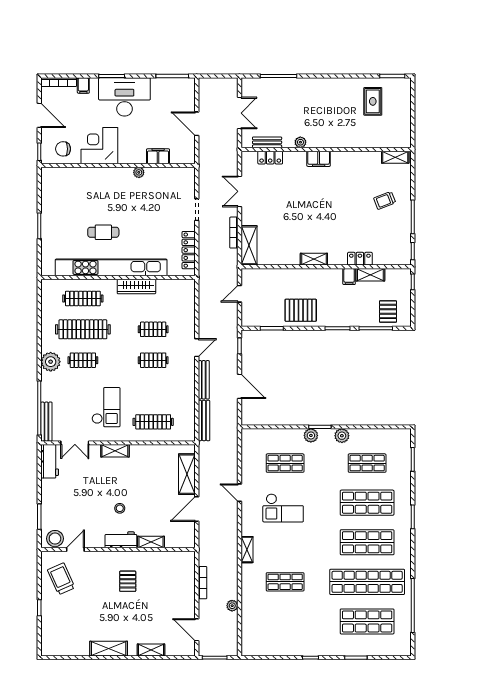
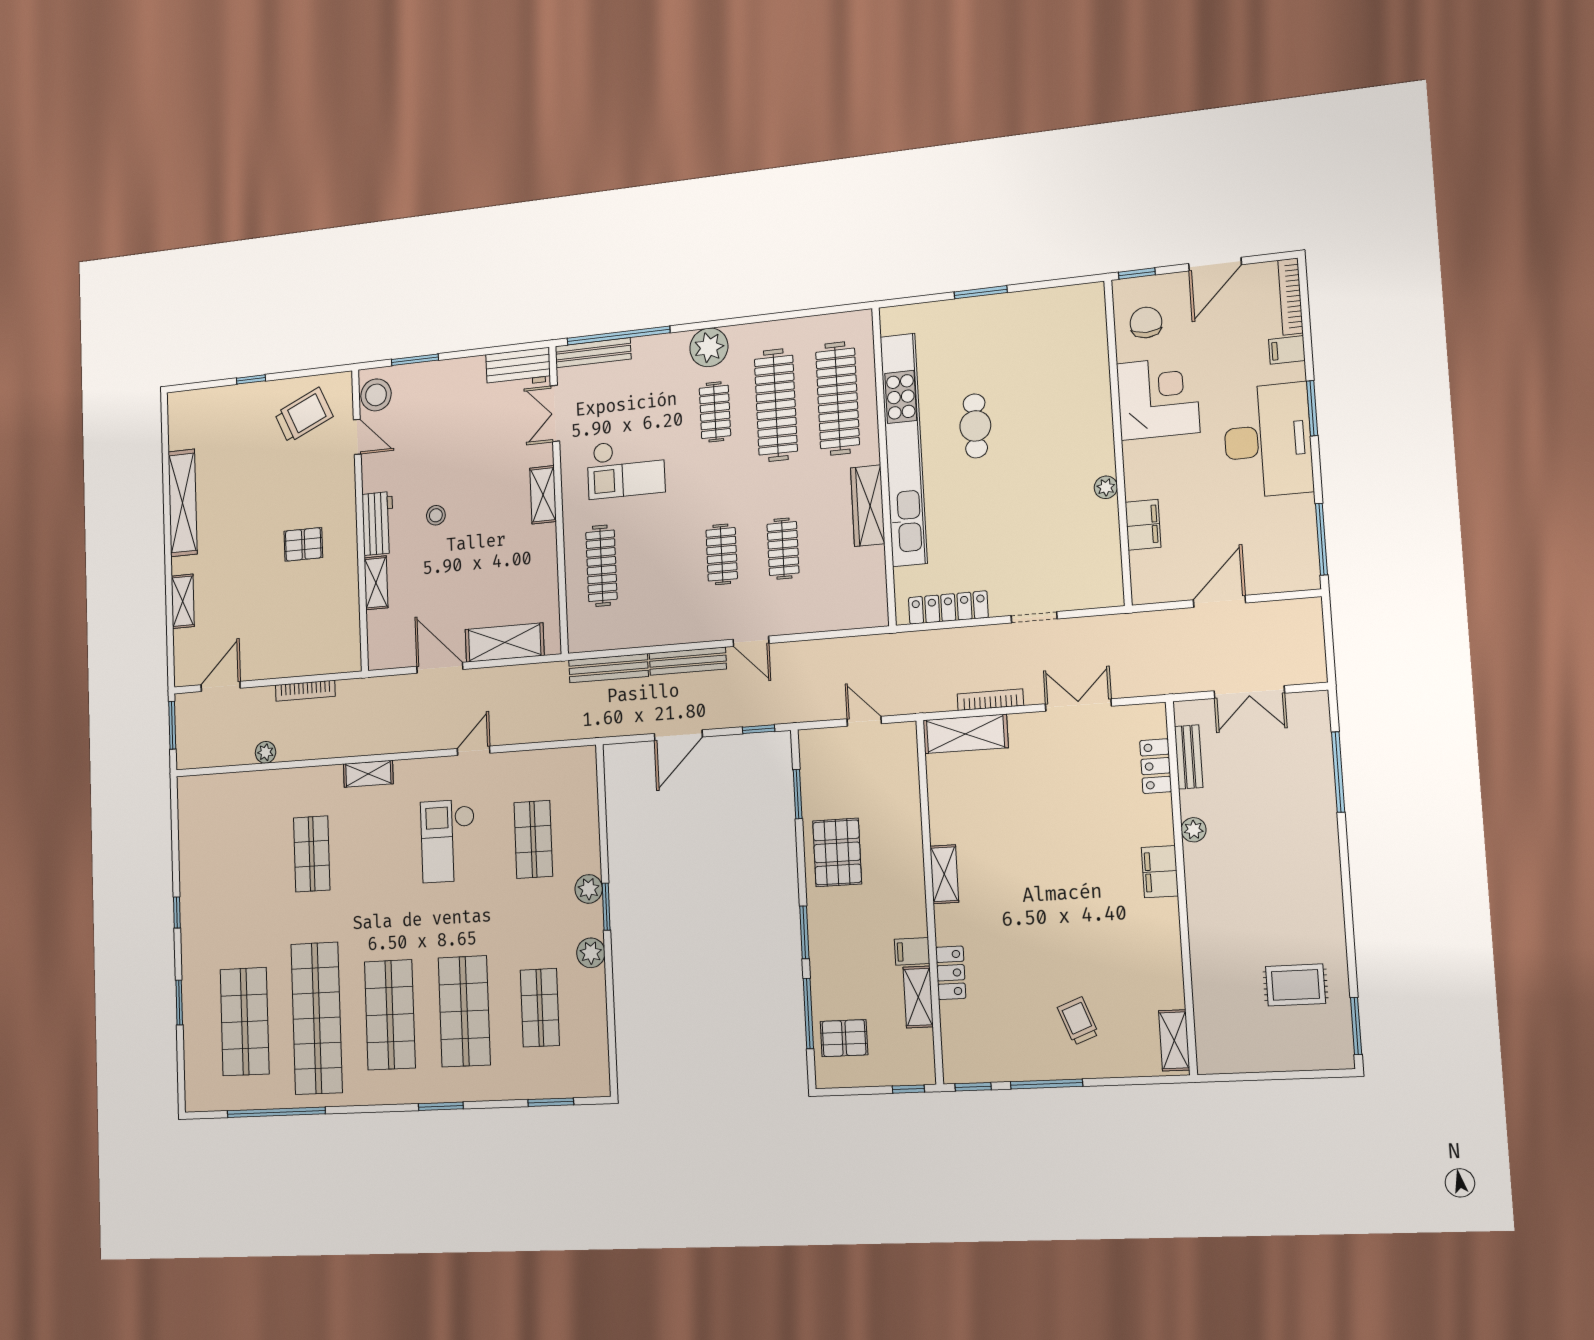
clothes rail: (83, 298) -> (838, 398), width x1.37, depth x1.31
shelving: (109, 649) -> (183, 503), width x1.47

